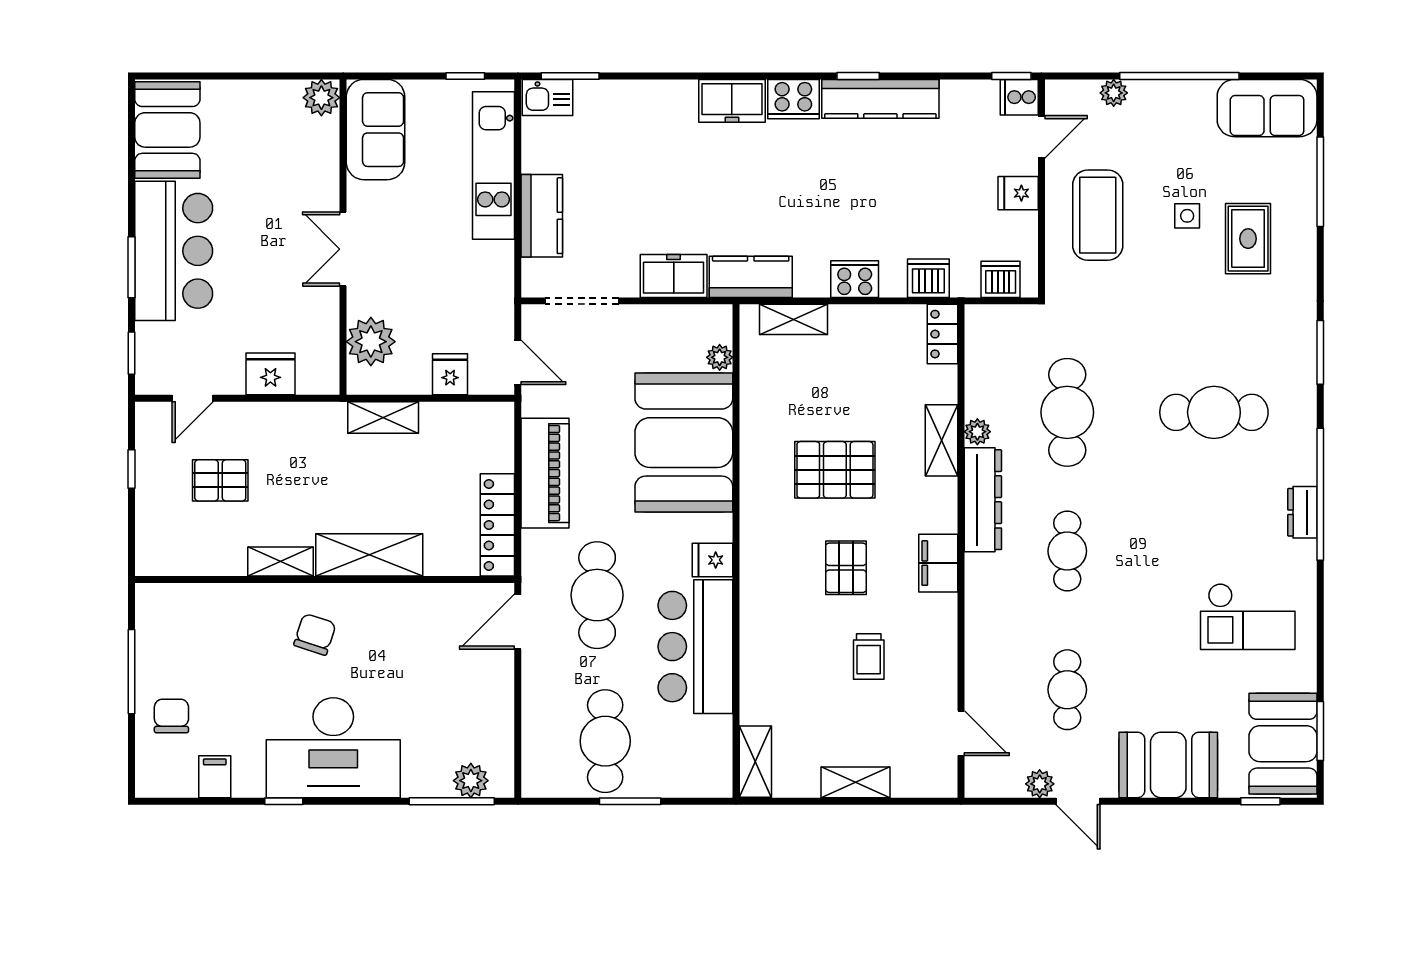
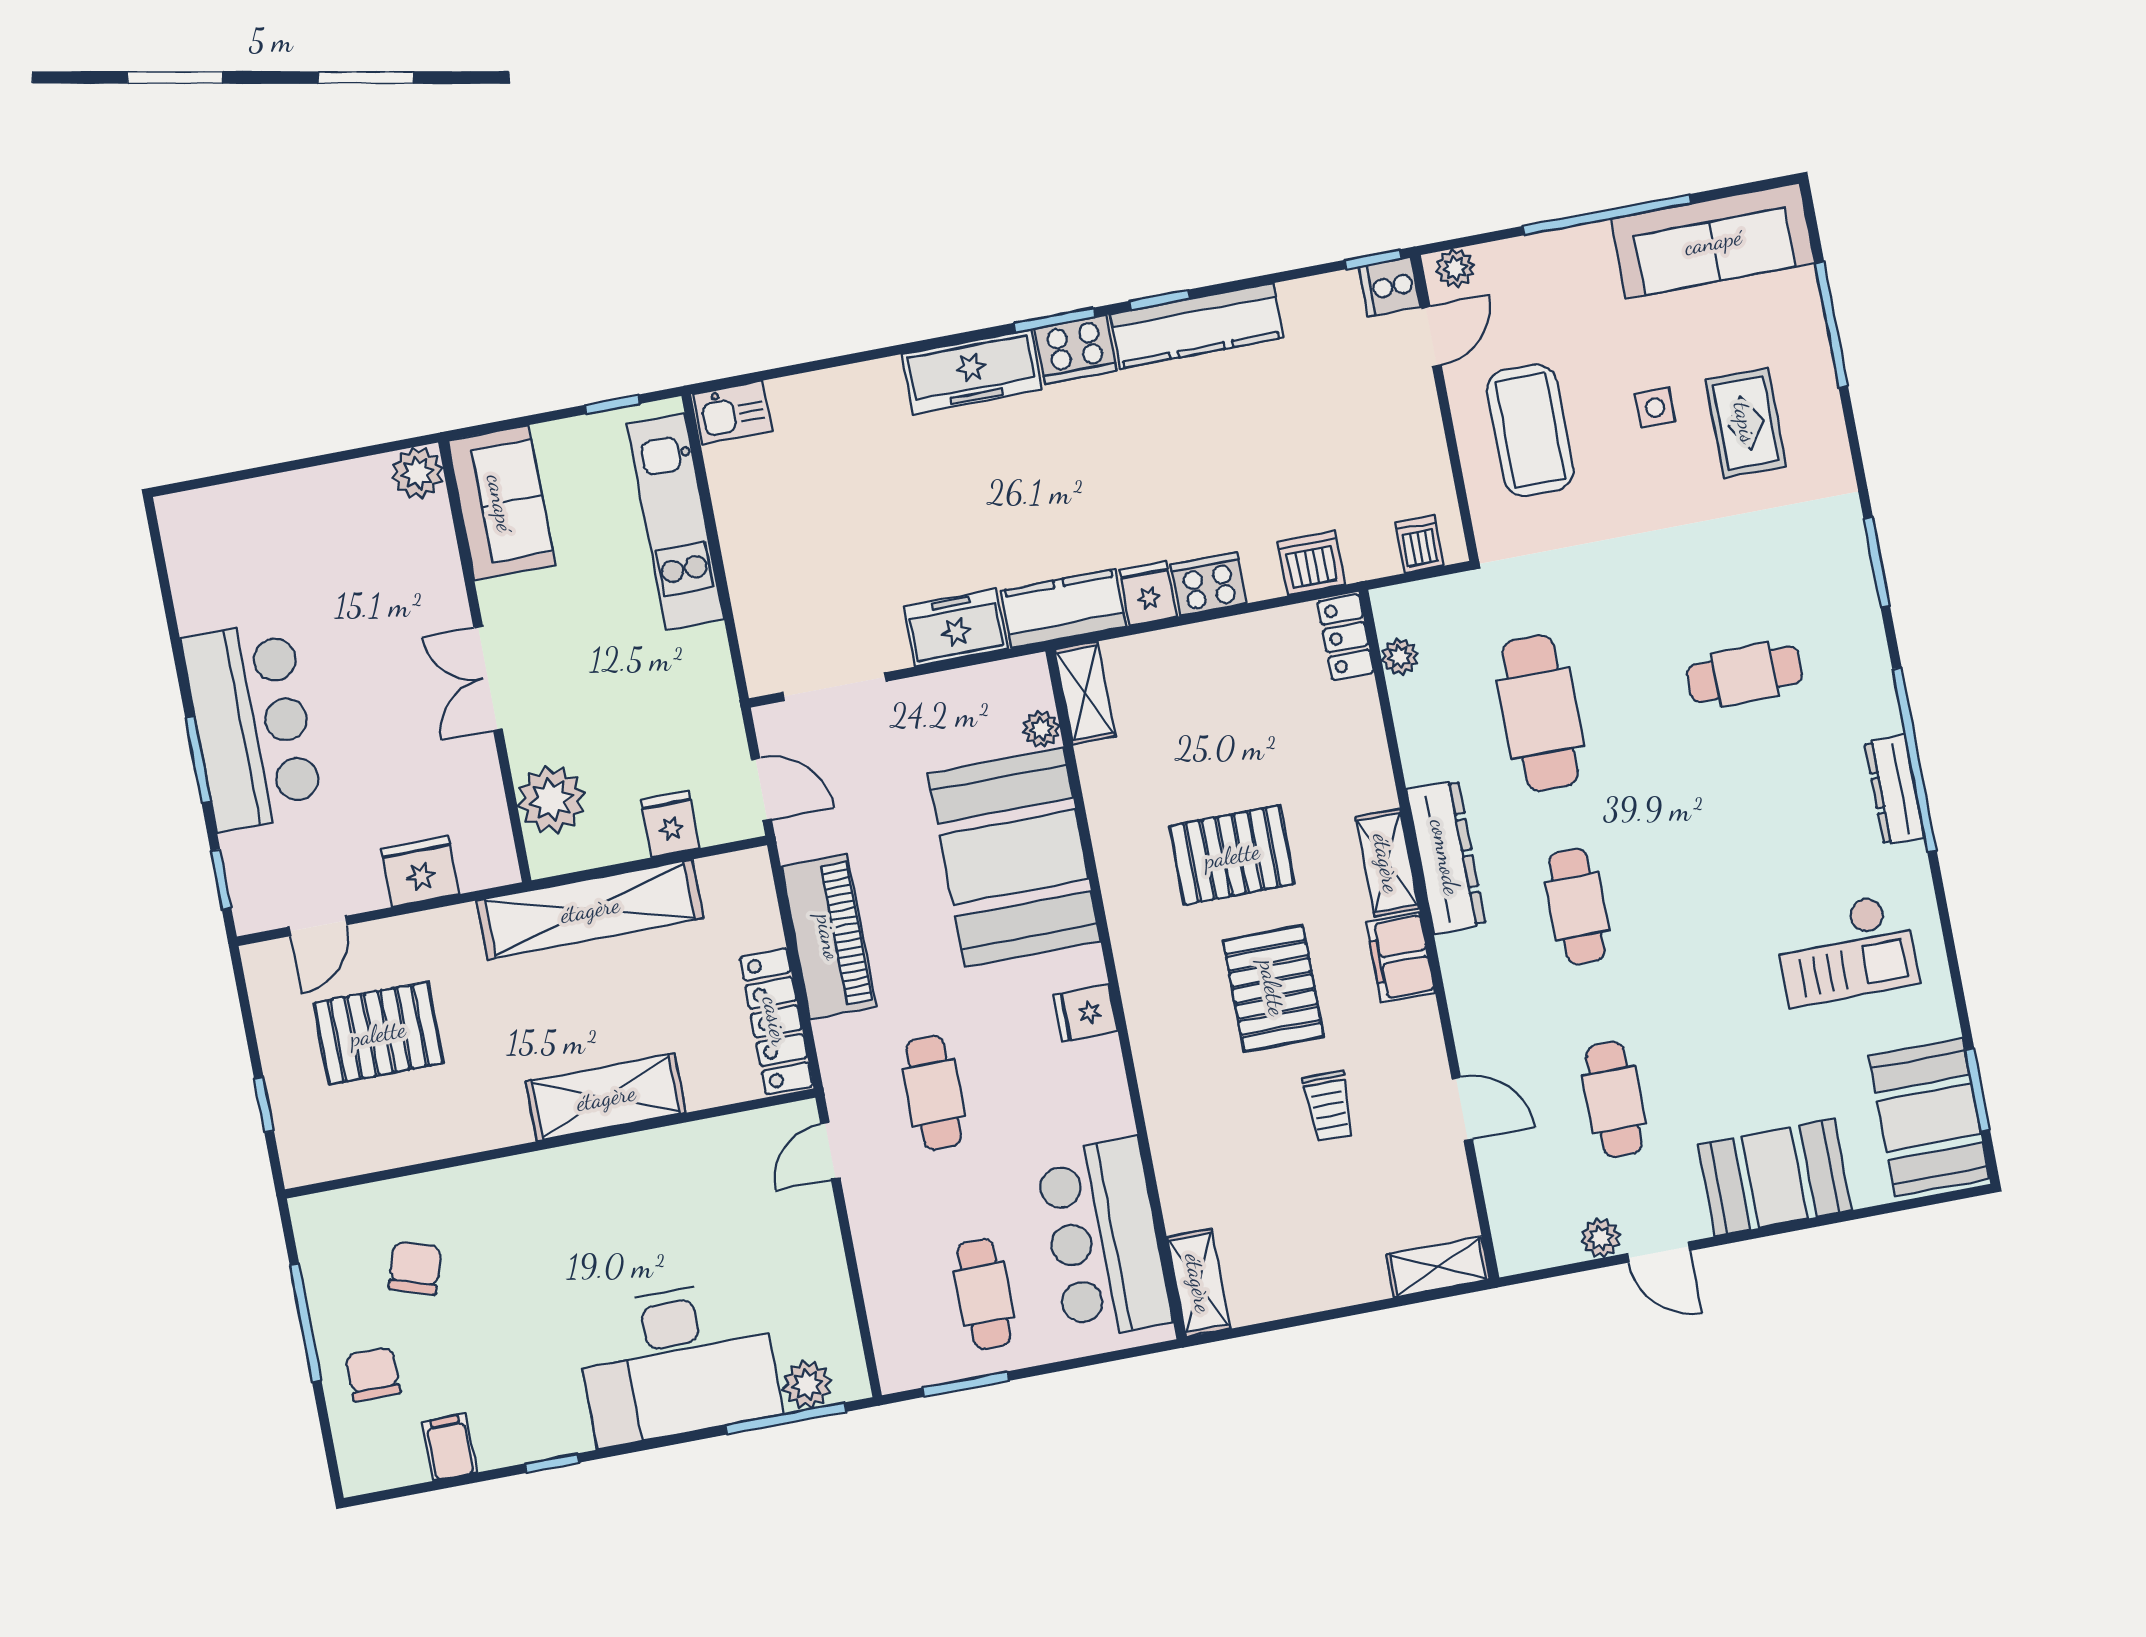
window: (570, 76) -> (1055, 320), moved
plant: (1114, 93) -> (1455, 268), moved
freezer: (732, 101) -> (972, 372), width x1.40
sofa: (1267, 108) -> (1713, 241), width x1.36
booth: (167, 130) -> (212, 559), removed
fridge: (1018, 193) -> (1148, 593), moved, turned 90
kitchen counter: (542, 216) -> (756, 579), removed
dishwasher: (1001, 279) -> (1419, 544), width x0.73
shelving: (794, 319) -> (1085, 693), moved, turned 90
cafe table: (1214, 412) -> (1745, 674), width x0.73, depth x0.74
shelving: (383, 417) -> (590, 909), width x2.20, depth x1.33
plant: (977, 432) -> (1400, 657), moved
shelving: (942, 440) -> (1387, 863), moved
window: (132, 469) -> (264, 1105), moved
pallet: (220, 480) -> (378, 1033), width x1.50, depth x1.42
dresser: (1302, 512) -> (1894, 790), width x1.44
shelving: (280, 562) -> (484, 1130), removed
pallet: (846, 568) -> (1273, 988), width x1.50, depth x1.42
cafe table: (597, 595) -> (934, 1093), width x0.73, depth x0.74
door: (518, 622) -> (830, 1151), width x0.73
chair: (315, 634) -> (415, 1268), moved
bar counter: (695, 647) -> (1104, 1239), moved
door: (961, 733) -> (1462, 1109), moved
cafe table: (605, 741) -> (984, 1294), width x0.73, depth x0.74
desk: (333, 748) -> (677, 1362), moved
shelving: (856, 782) -> (1438, 1267), moved
window: (630, 801) -> (965, 1384), moved
window: (1260, 801) -> (1913, 1204), removed

